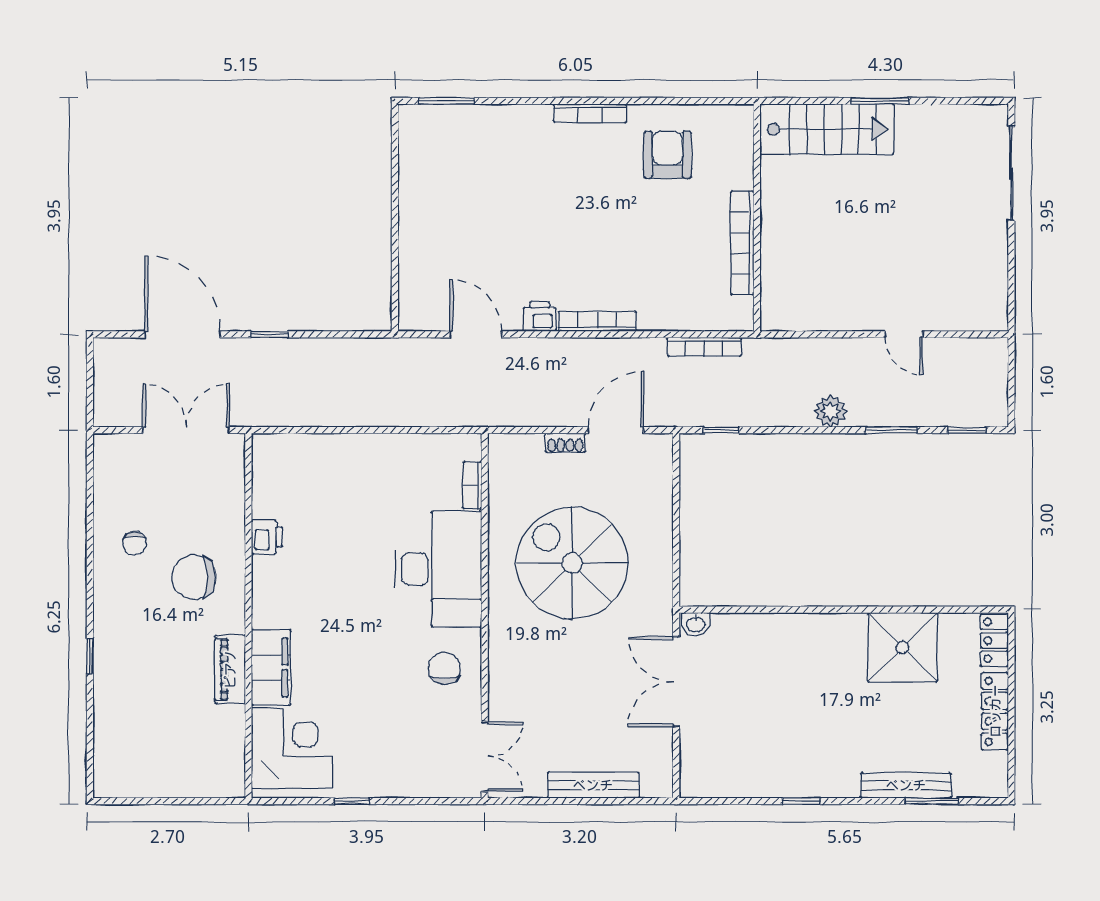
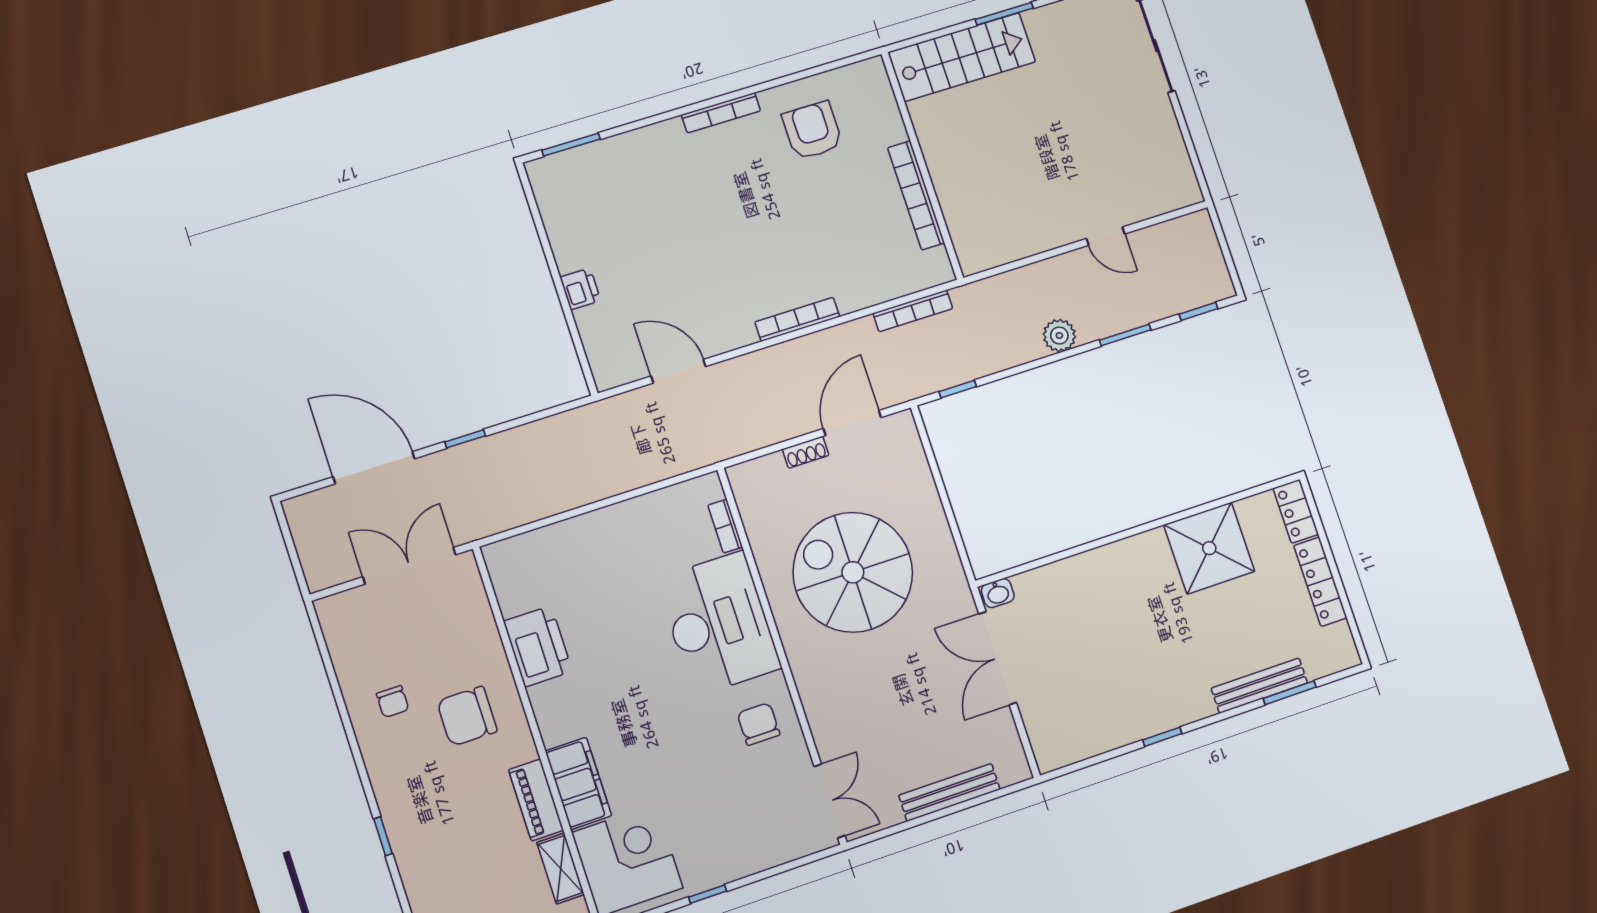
printer: (540, 316) -> (580, 289), moved, turned 90
printer: (267, 537) -> (538, 646), width x1.87, depth x1.48
shelving: (232, 736) -> (561, 868), added

